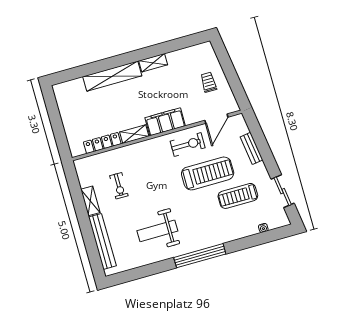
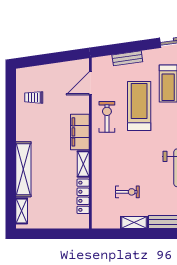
shelving: (153, 63) -> (22, 211), moved
trolley: (208, 82) -> (34, 97), moved
door: (216, 119) -> (90, 83), swing flipped

